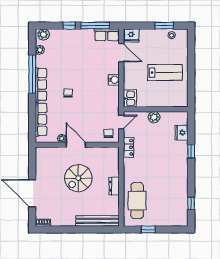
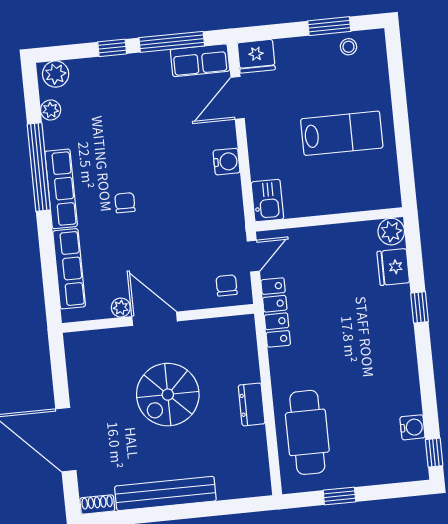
door: (121, 53) -> (238, 98), swing flipped
plant: (154, 117) -> (391, 232), moved
locker: (129, 147) -> (276, 312), width x1.53
water cooler: (183, 203) -> (412, 427), added
window: (191, 203) -> (434, 453), moved
bench: (97, 221) -> (165, 493), moved

